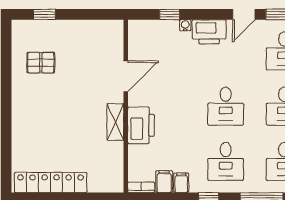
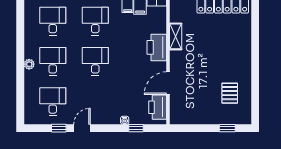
printer: (209, 32) -> (158, 107), moved, turned -90
pallet: (41, 63) -> (230, 93), turned 90
shelving: (115, 122) -> (176, 36), moved

